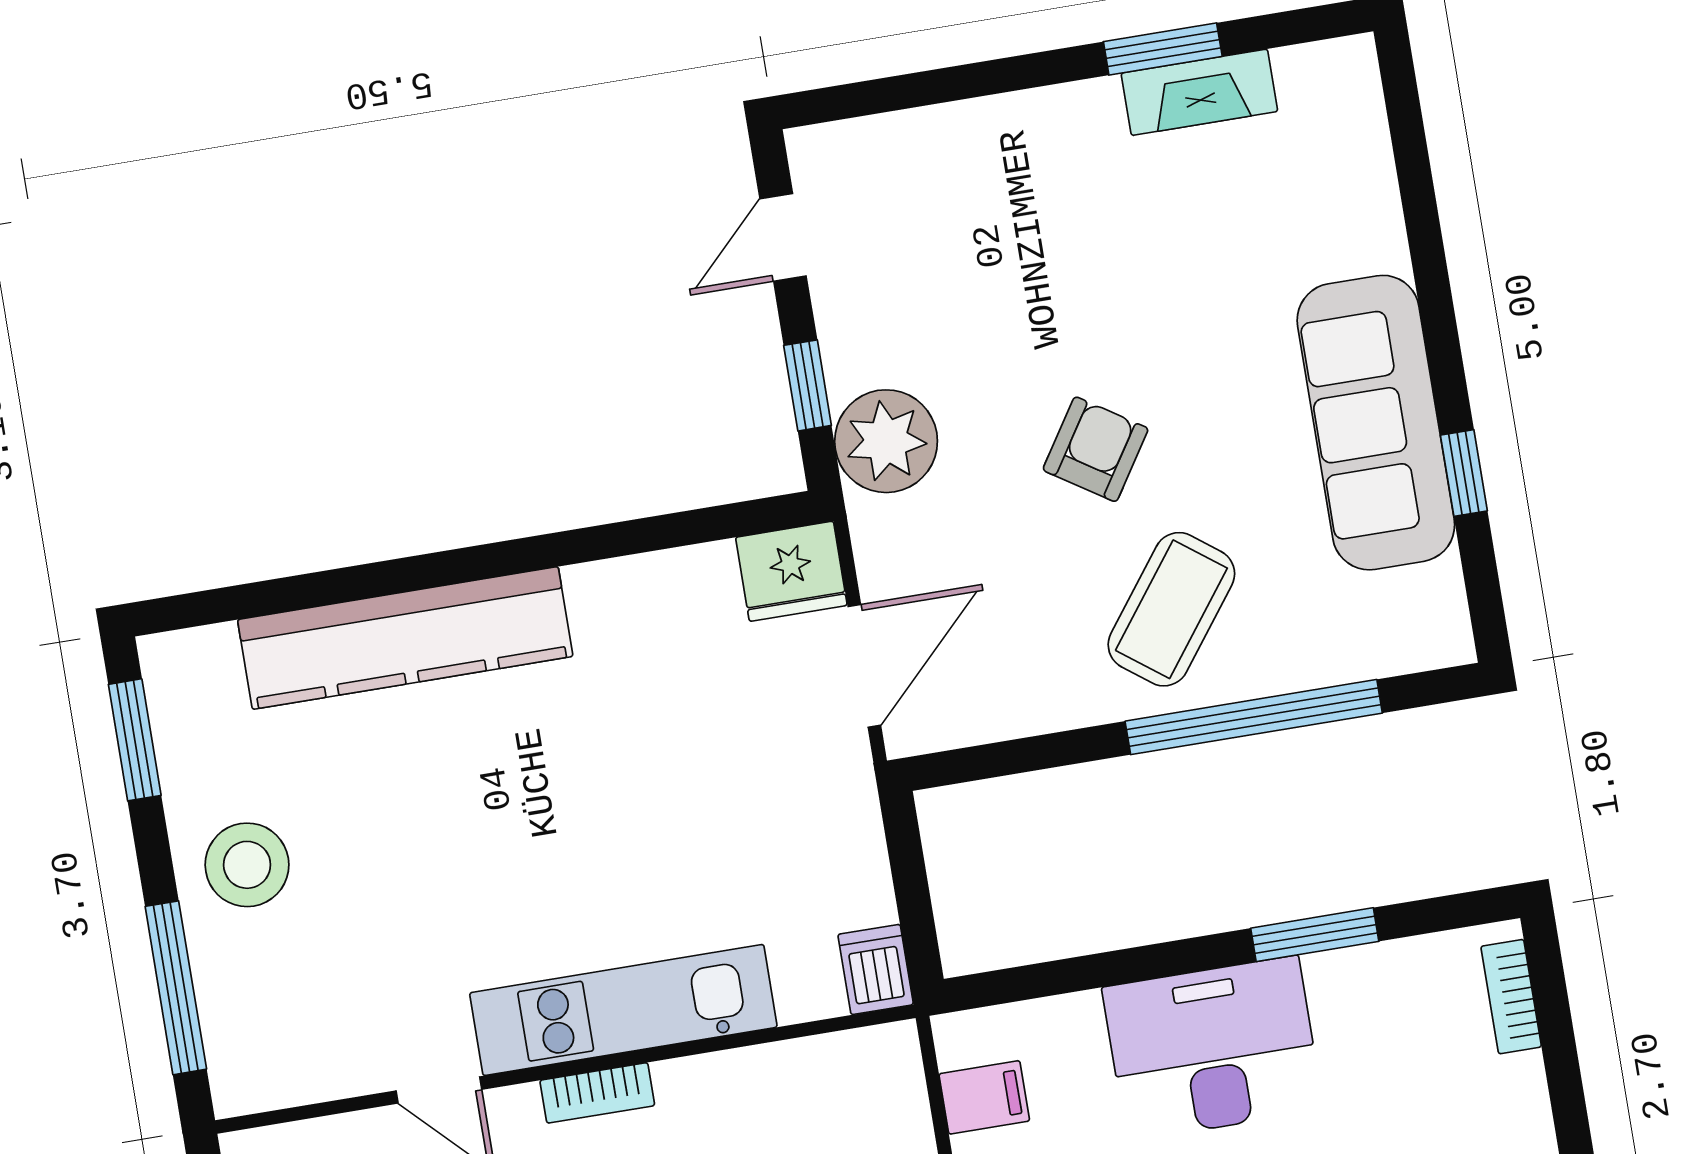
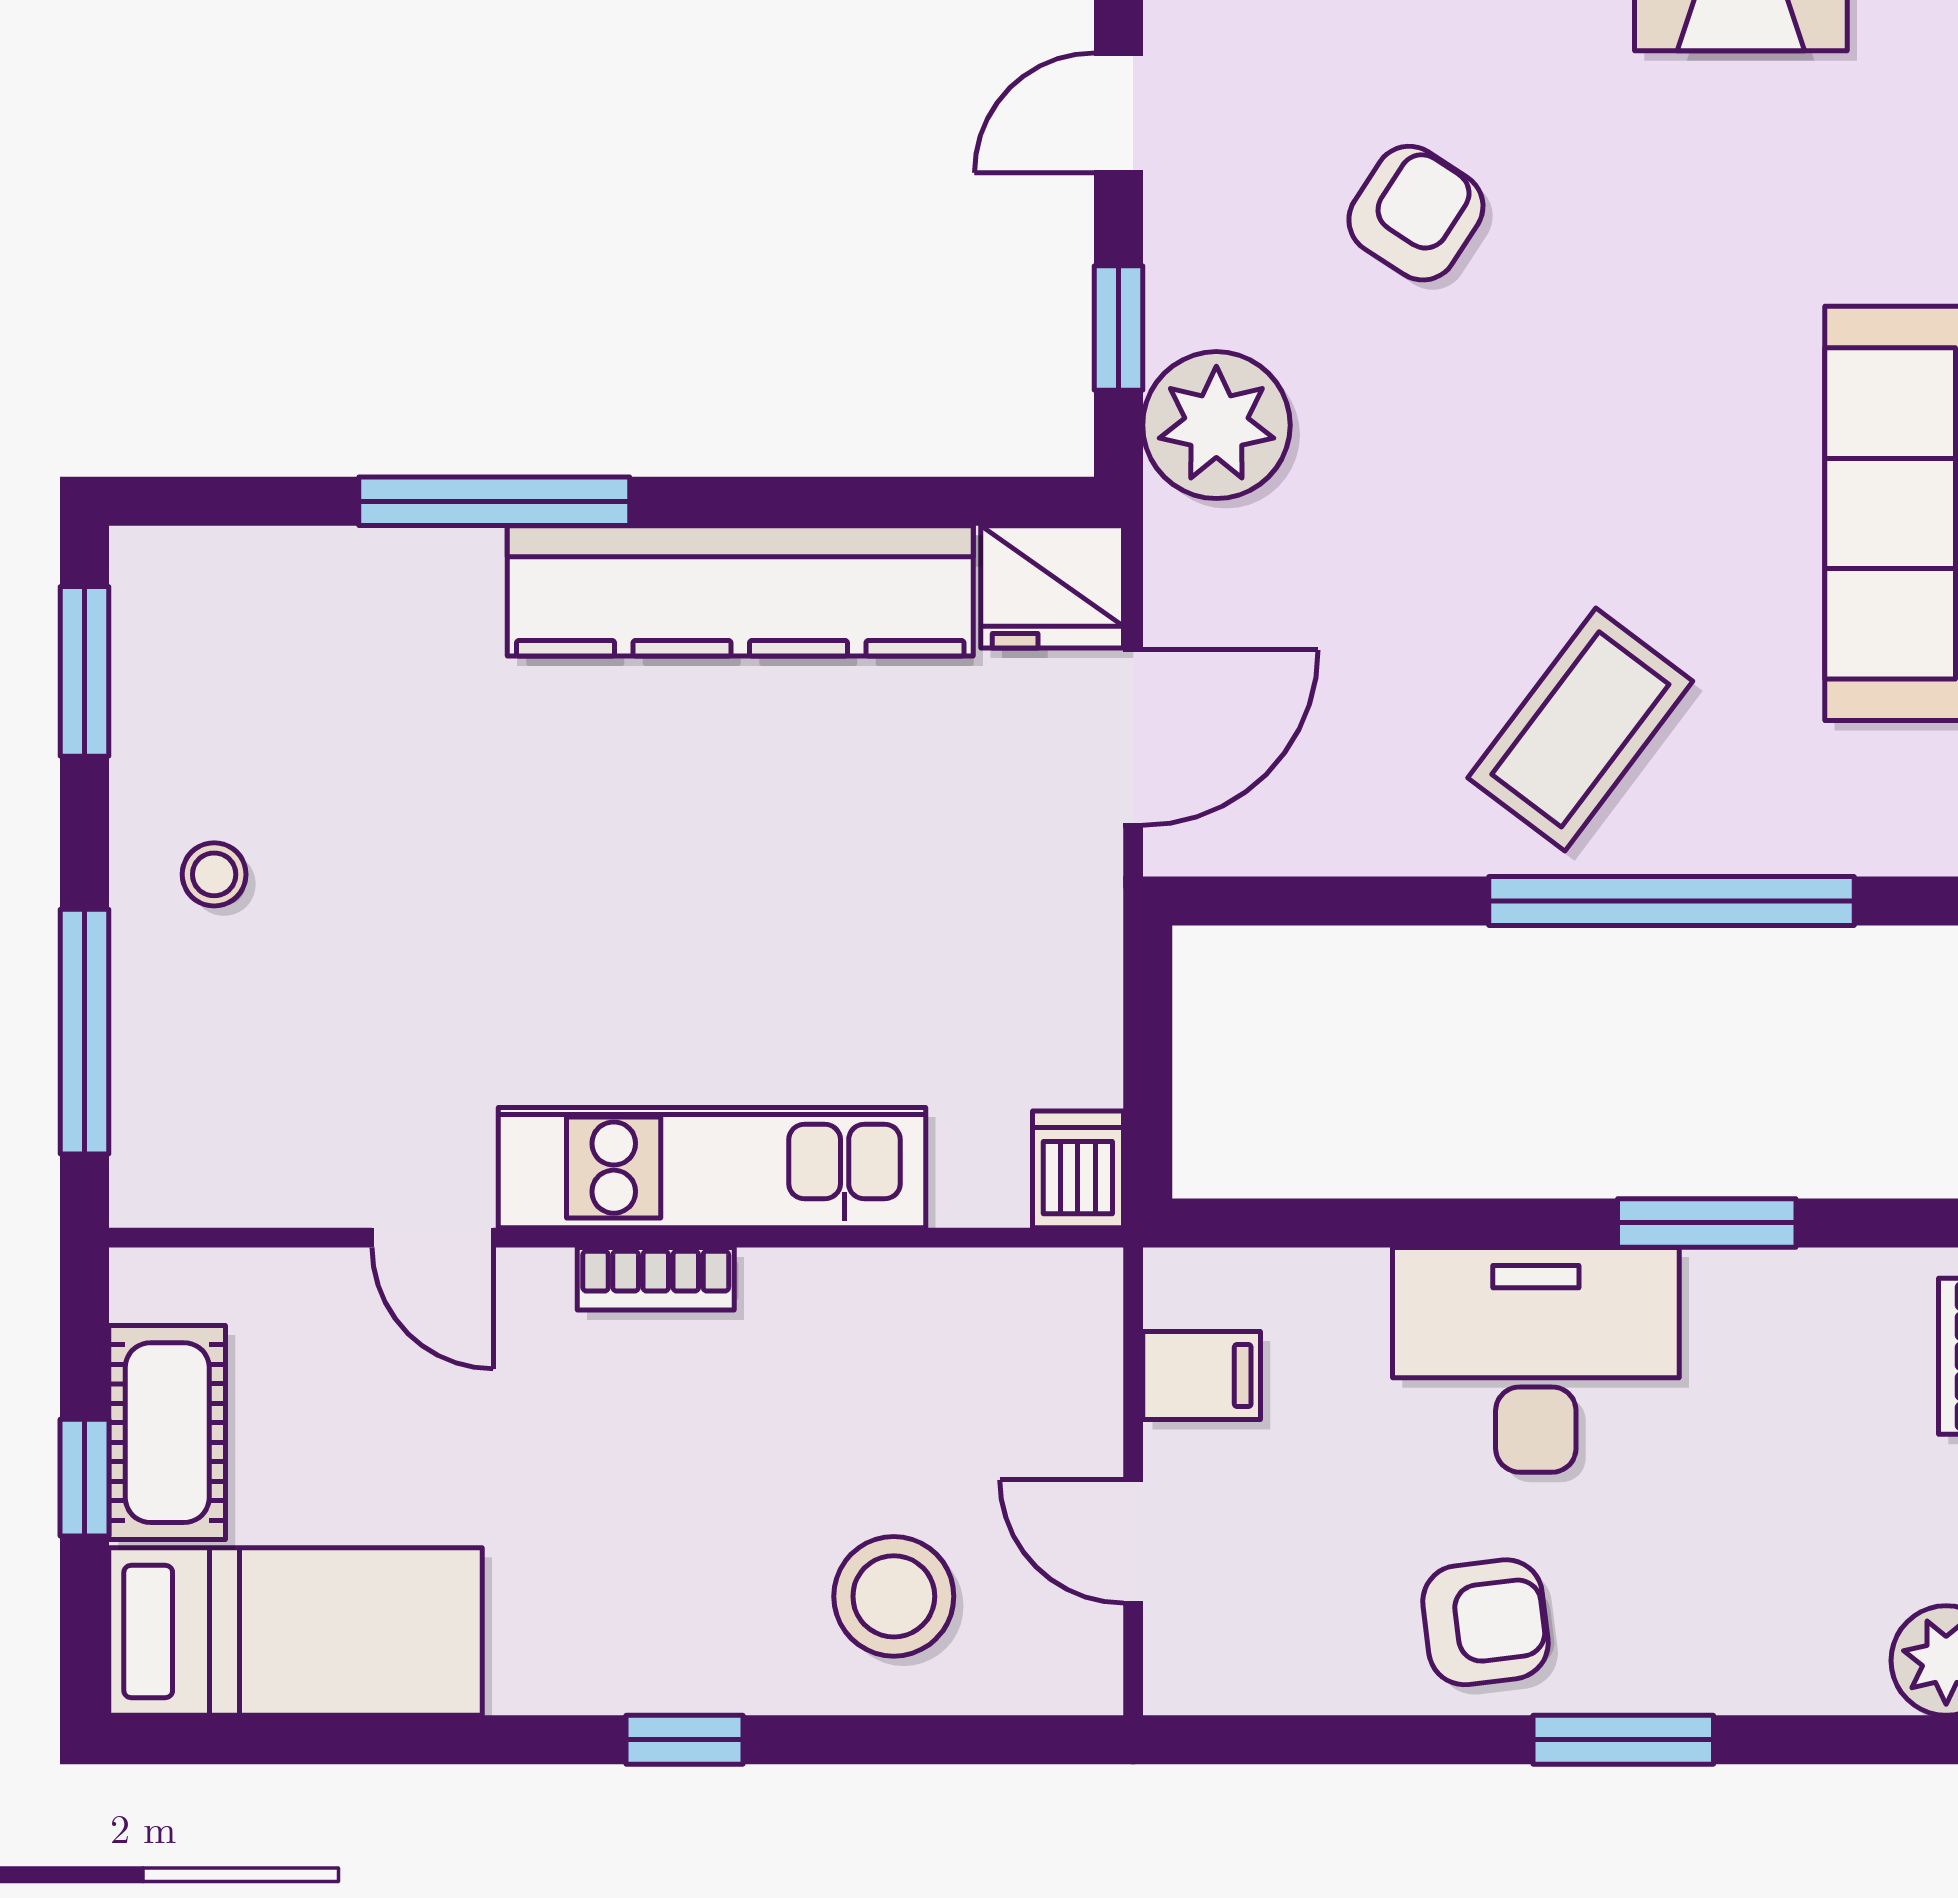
armchair: (1096, 449) -> (1416, 213), moved
window: (397, 576) -> (494, 501), added
kitchen counter: (405, 638) -> (740, 591), moved
stool: (247, 865) -> (214, 874), width x0.53, depth x0.53

